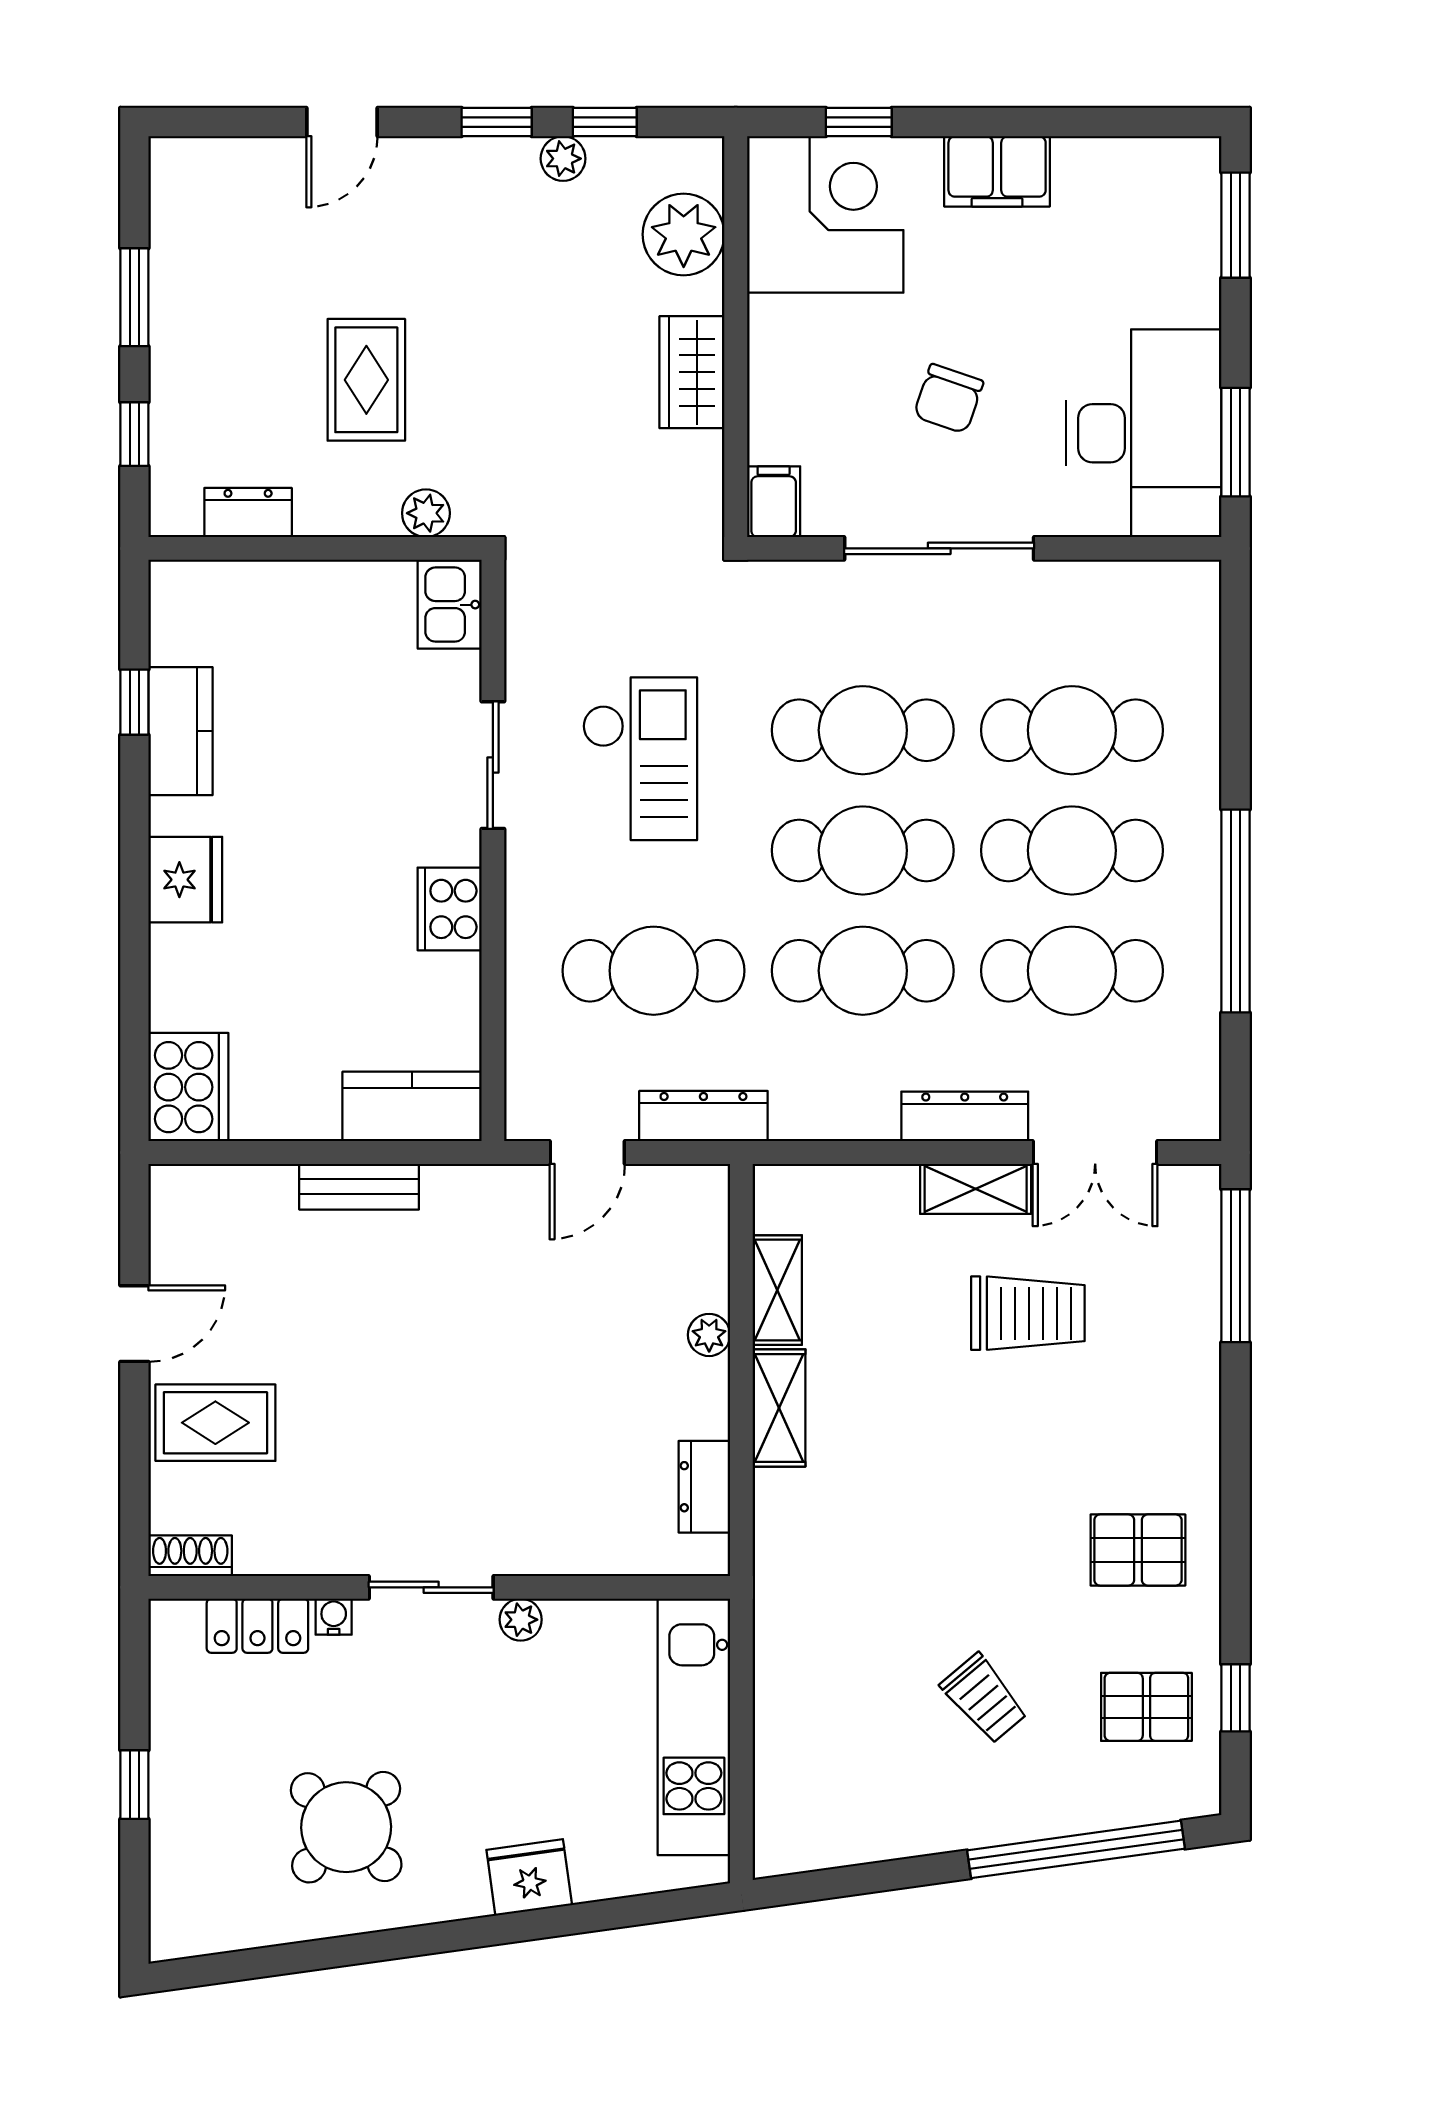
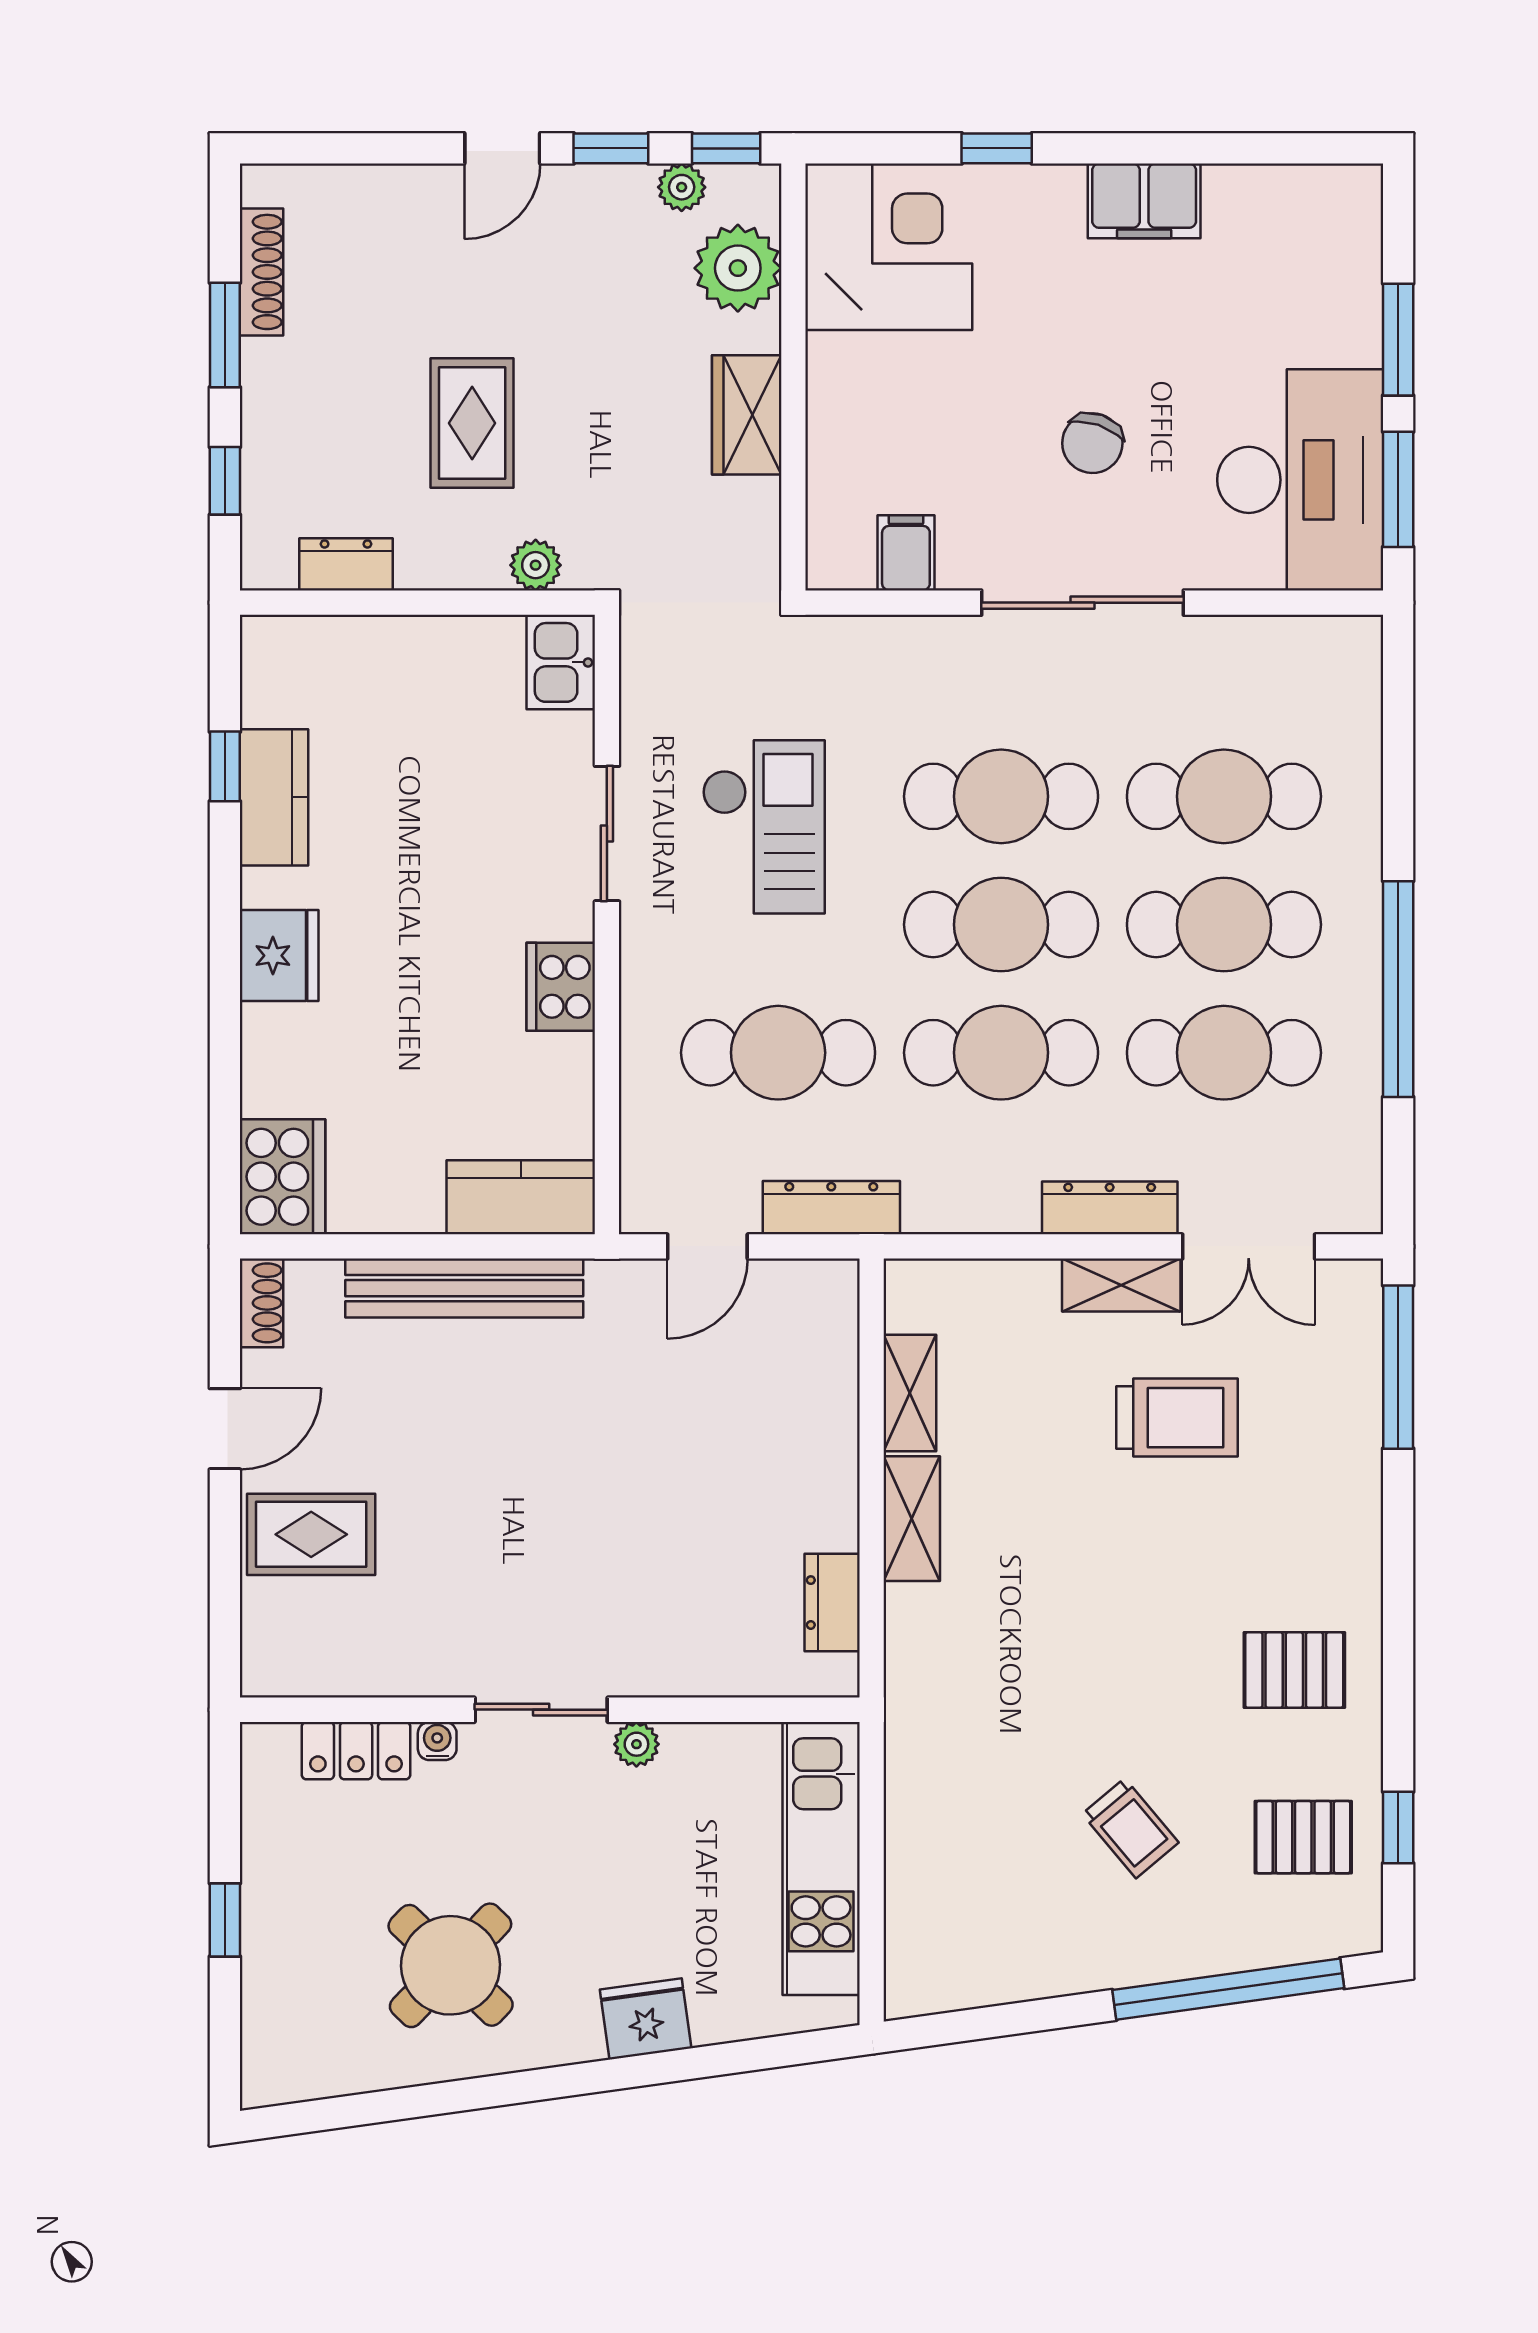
door: (342, 122) -> (502, 148), moved
corner desk: (825, 214) -> (889, 247), moved
window: (1235, 225) -> (1398, 340), moved
plant: (684, 234) -> (738, 268), moved
shoe rack: (169, 238) -> (262, 272), added
wall: (736, 337) -> (793, 377), moved
wardrobe: (692, 372) -> (747, 415), moved
bench: (359, 1187) -> (464, 1288), width x1.86, depth x1.21
plant: (709, 1335) -> (837, 1441), removed
shoe rack: (190, 1556) -> (261, 1303), moved, turned 90

